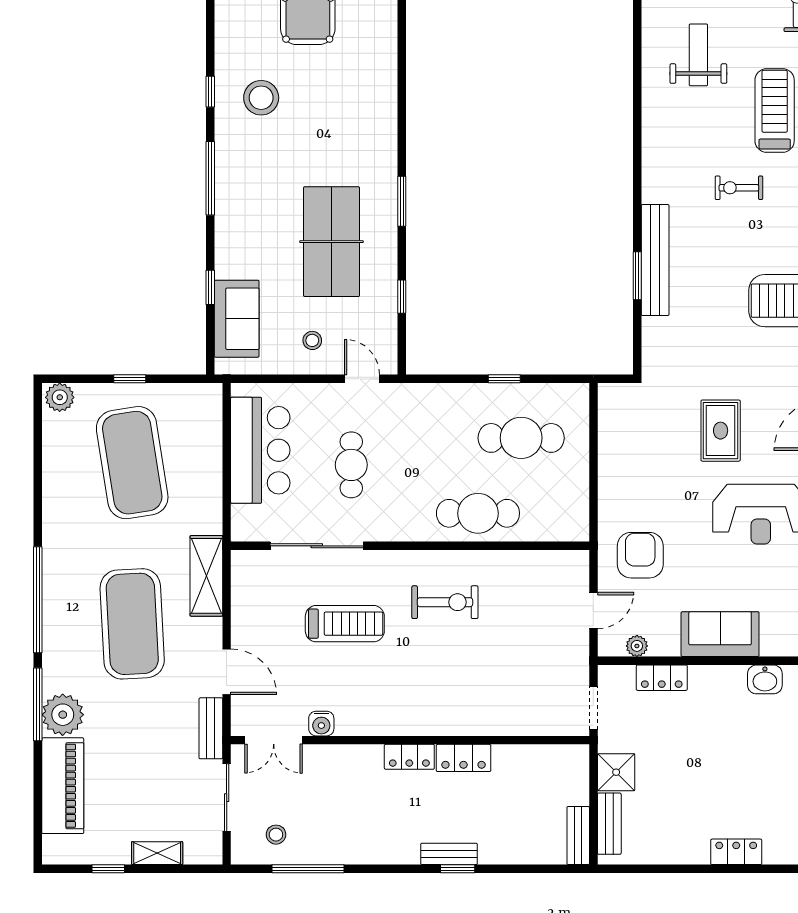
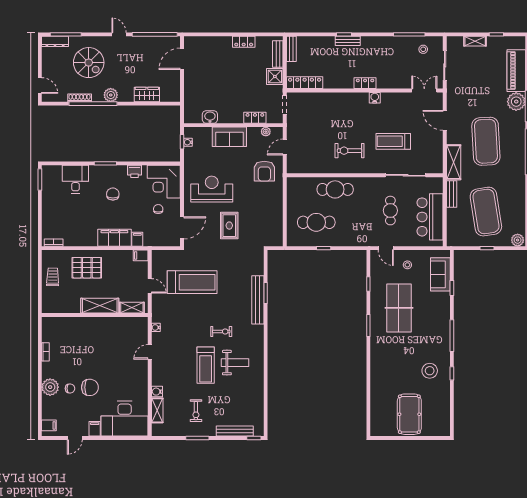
weight bench: (698, 55) -> (235, 363), moved, turned -90
water cooler: (321, 724) -> (375, 98), moved
bench: (211, 728) -> (452, 194), moved
locker: (464, 758) -> (305, 83), moved, width x1.53
locker: (736, 852) -> (244, 42), moved

